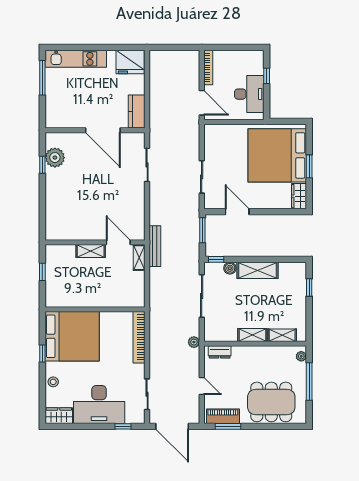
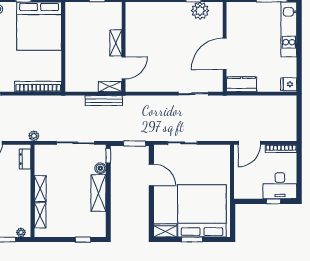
fridge: (130, 62) -> (289, 84), width x0.53, depth x0.75
desk: (249, 94) -> (280, 186), moved
door: (237, 212) -> (151, 175), hinge flipped
bench: (155, 246) -> (104, 101), moved

